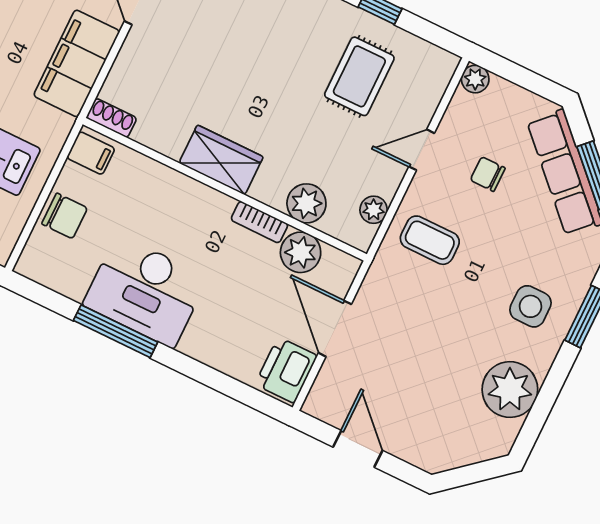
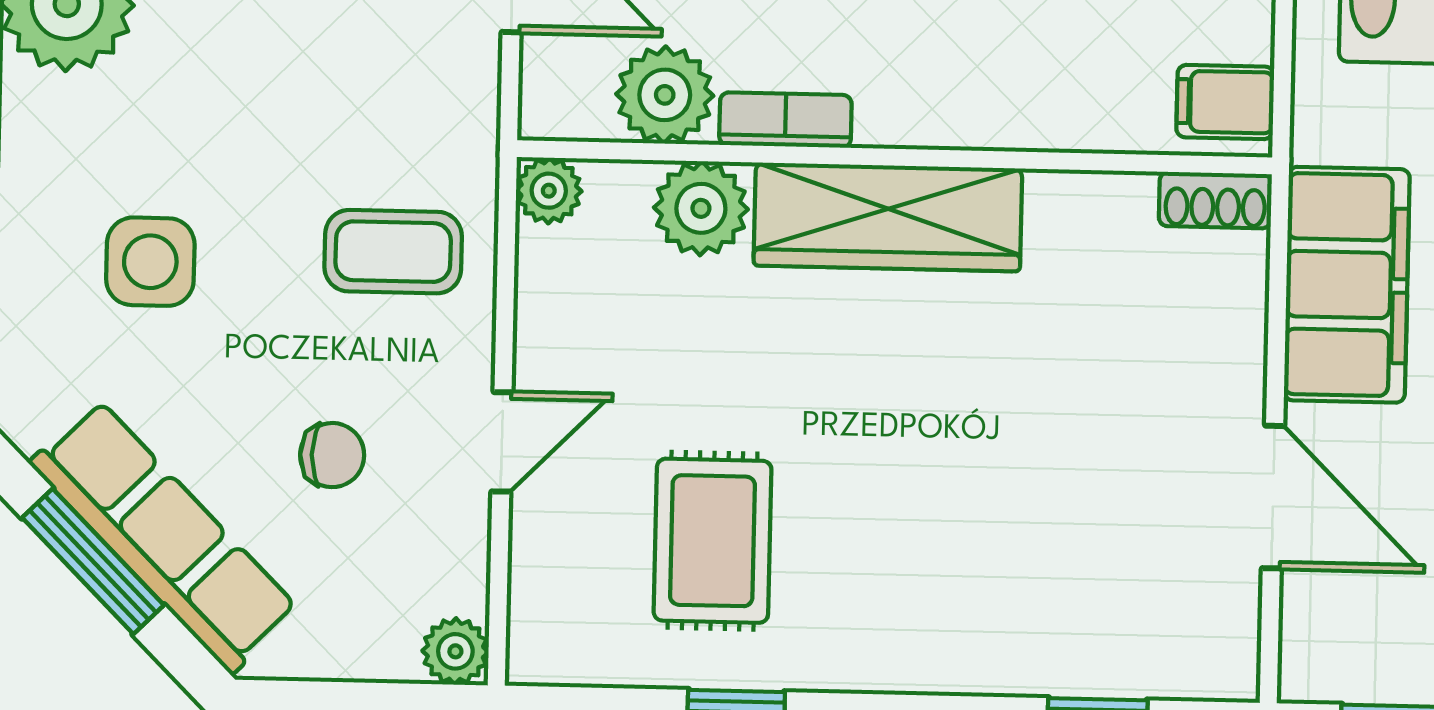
wardrobe: (221, 160) -> (888, 217), width x1.50
plant: (374, 210) -> (549, 191), moved
side table: (530, 306) -> (150, 262), moved

